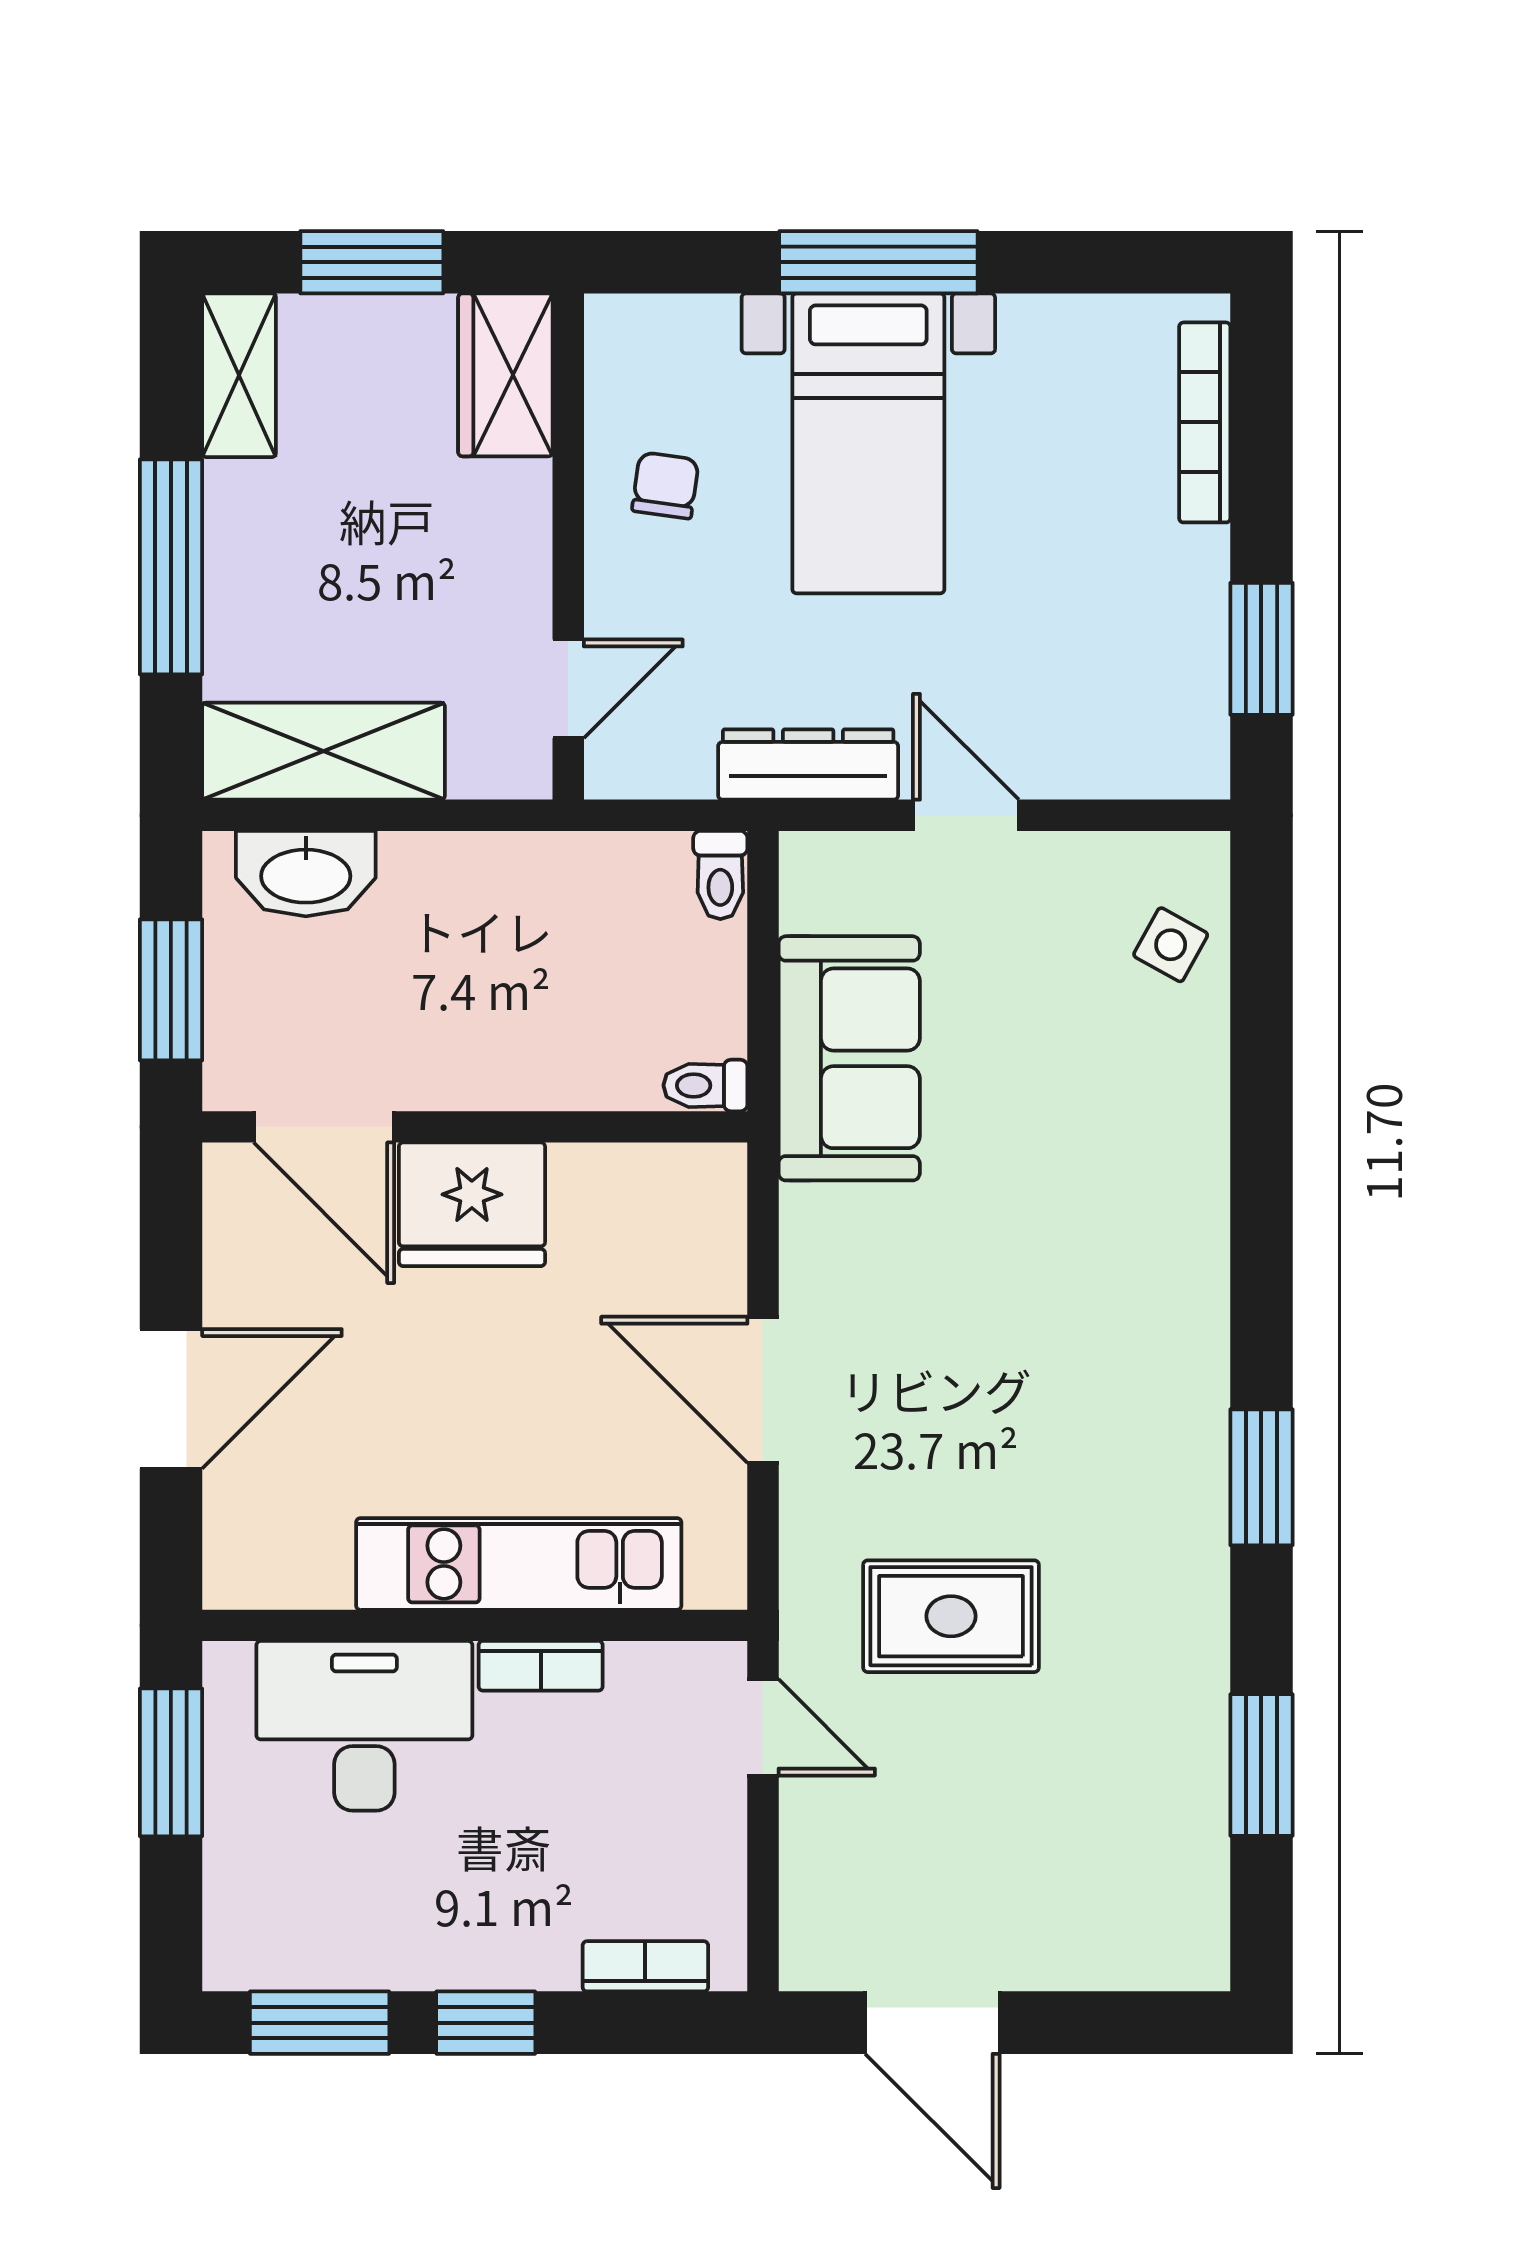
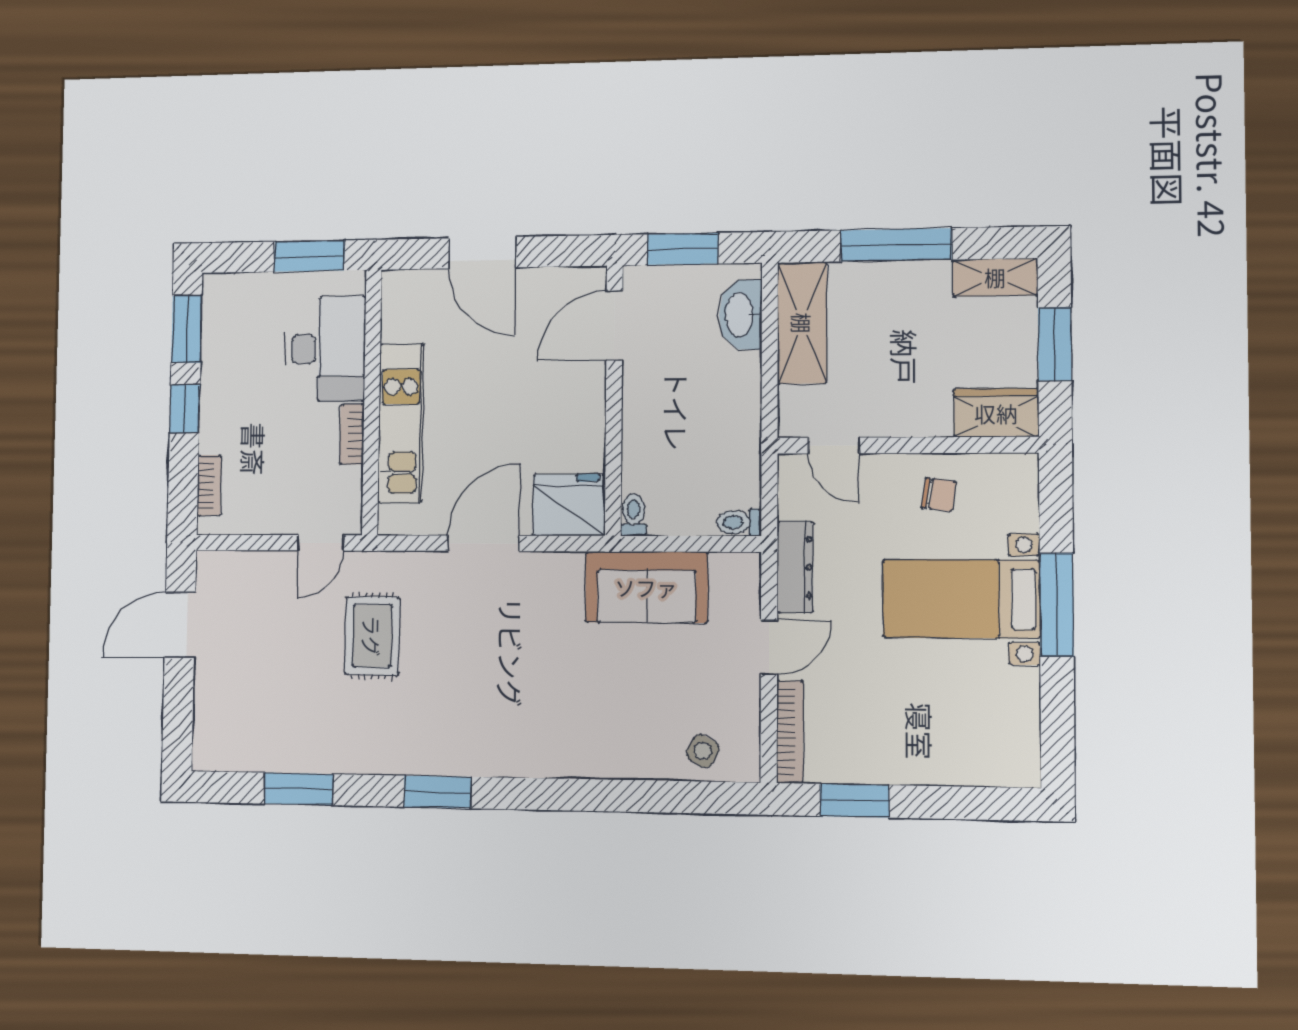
bookcase: (1205, 422) -> (790, 732), moved, turned 90
fridge: (472, 1204) -> (569, 505), moved, turned 90

